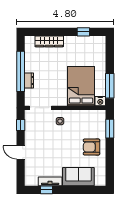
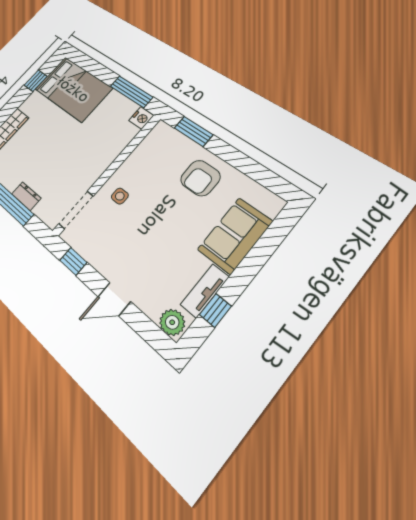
bed: (81, 86) -> (73, 89), moved, turned 180
plant: (30, 179) -> (172, 322), added

